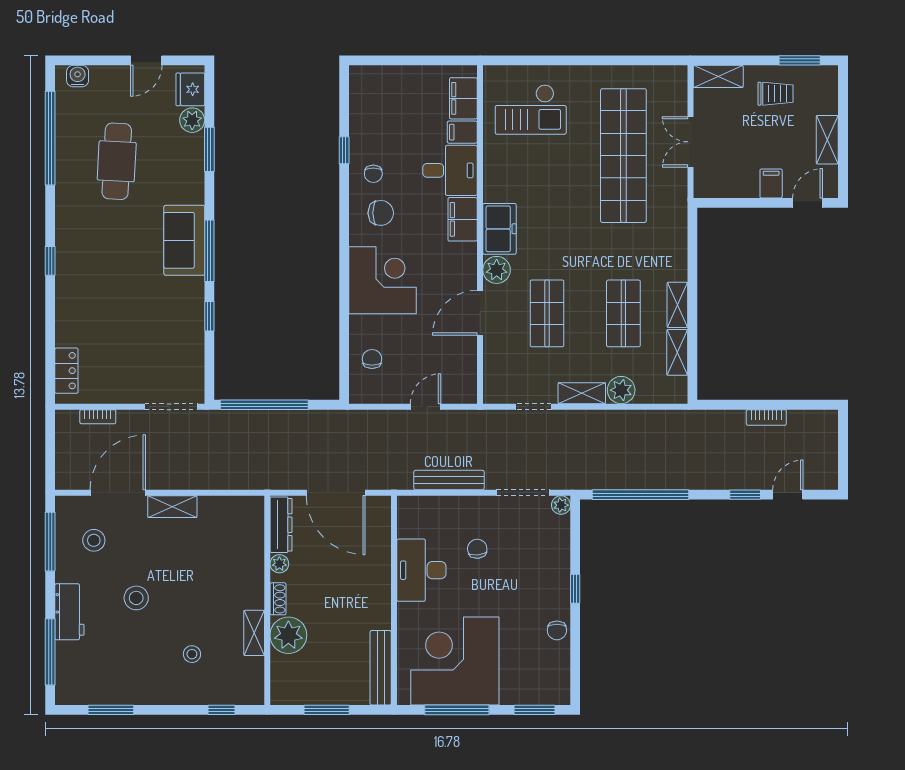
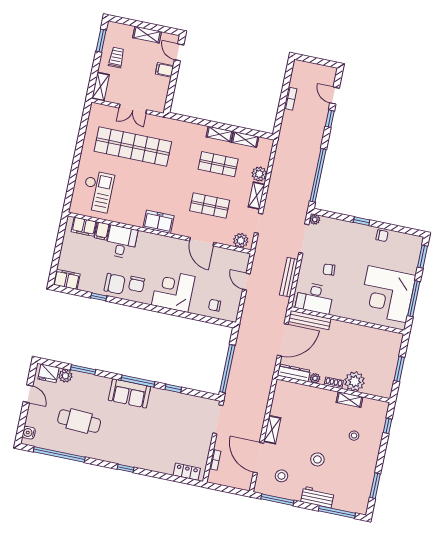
chair: (373, 174) -> (115, 284), width x1.87, depth x1.87
chair: (381, 213) -> (137, 284), turned 180
filing cabinet: (463, 219) -> (67, 279), moved, turned 180
plant: (497, 270) -> (241, 240), moved
desk: (421, 570) -> (314, 298), moved
bench: (381, 668) -> (310, 320), moved

